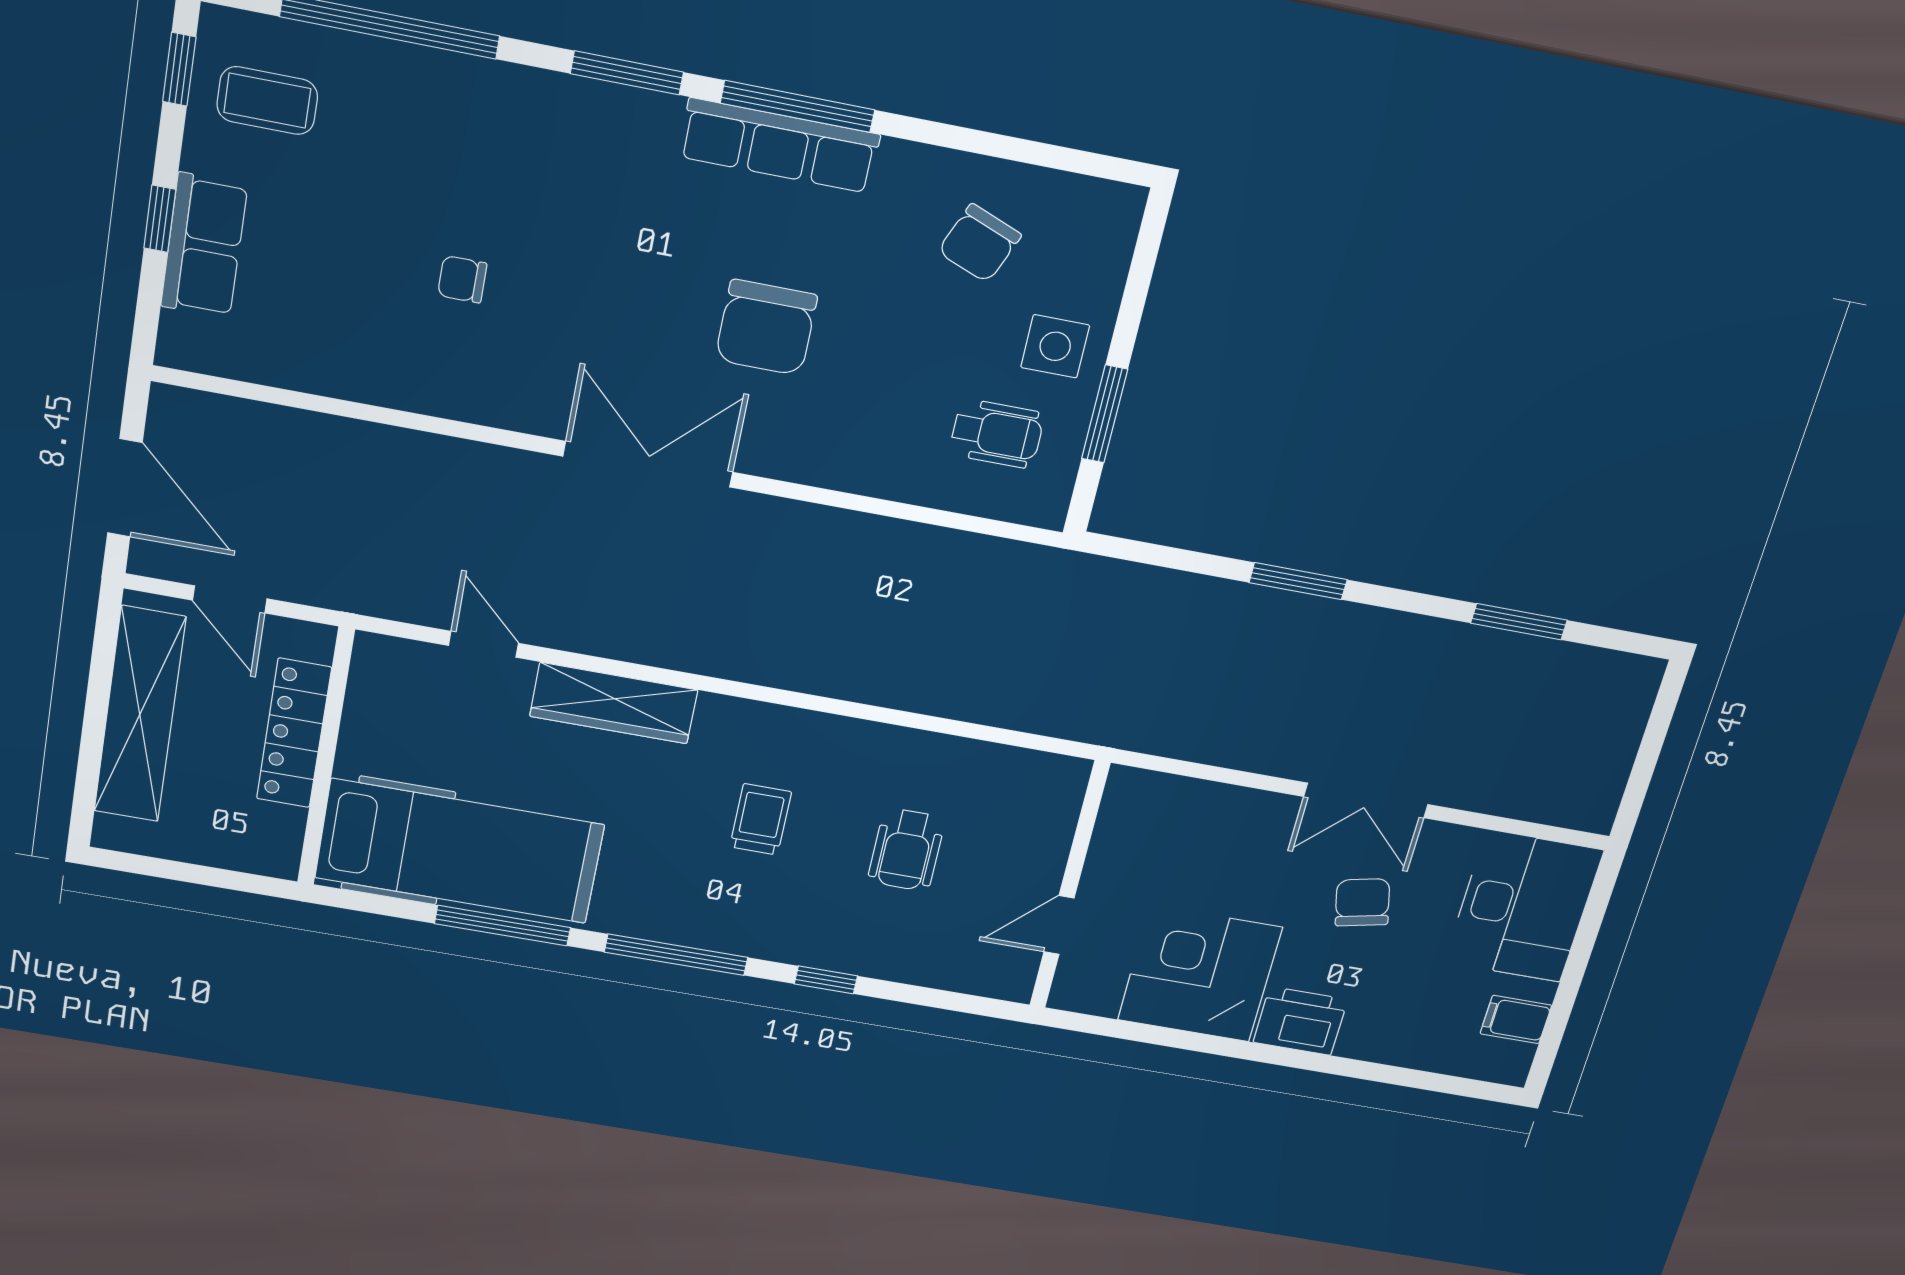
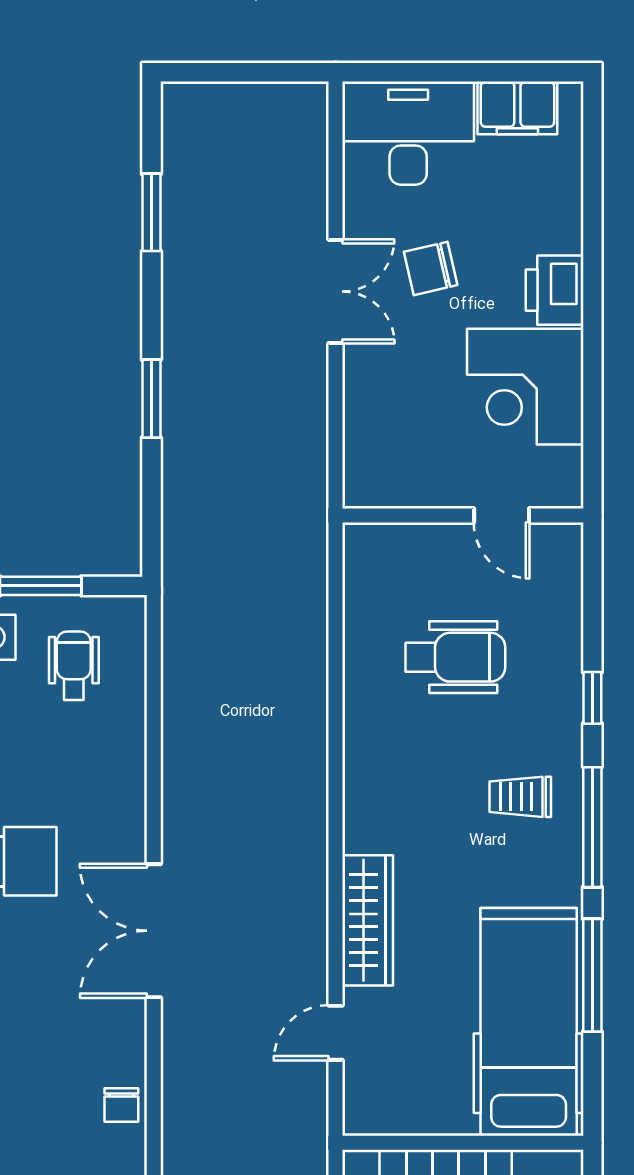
chair: (462, 279) -> (121, 1105), moved
trolley: (761, 819) -> (520, 797), moved
wheelchair: (906, 850) -> (455, 657), width x1.36, depth x1.37
filing cabinet: (1516, 1019) -> (517, 108), width x2.00

